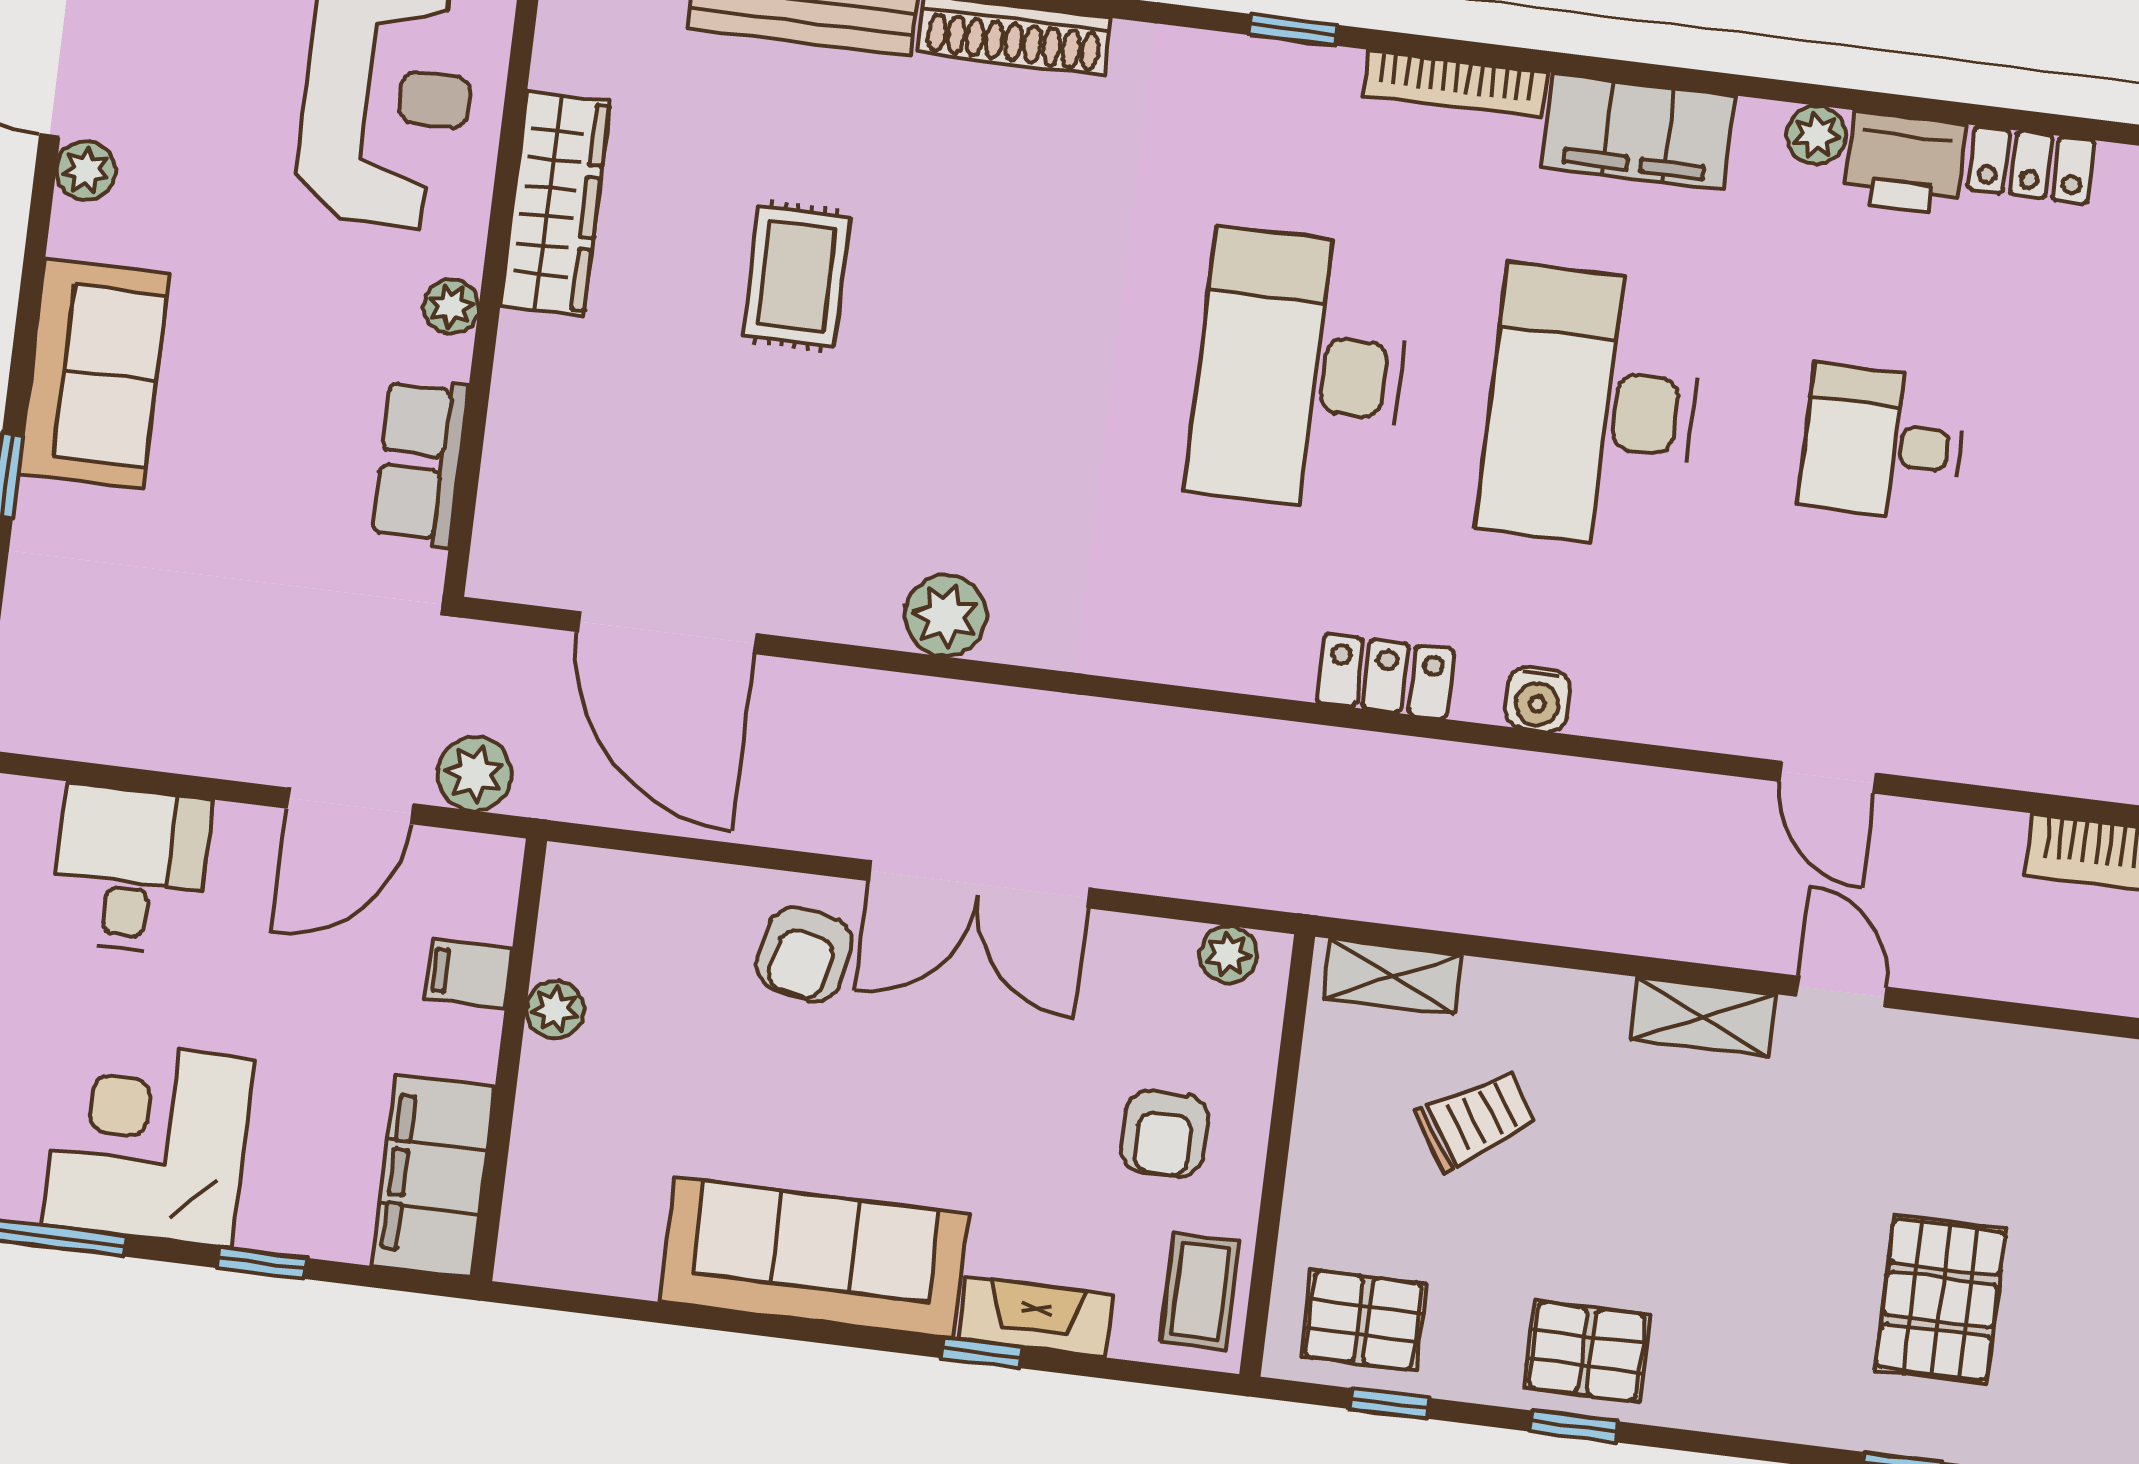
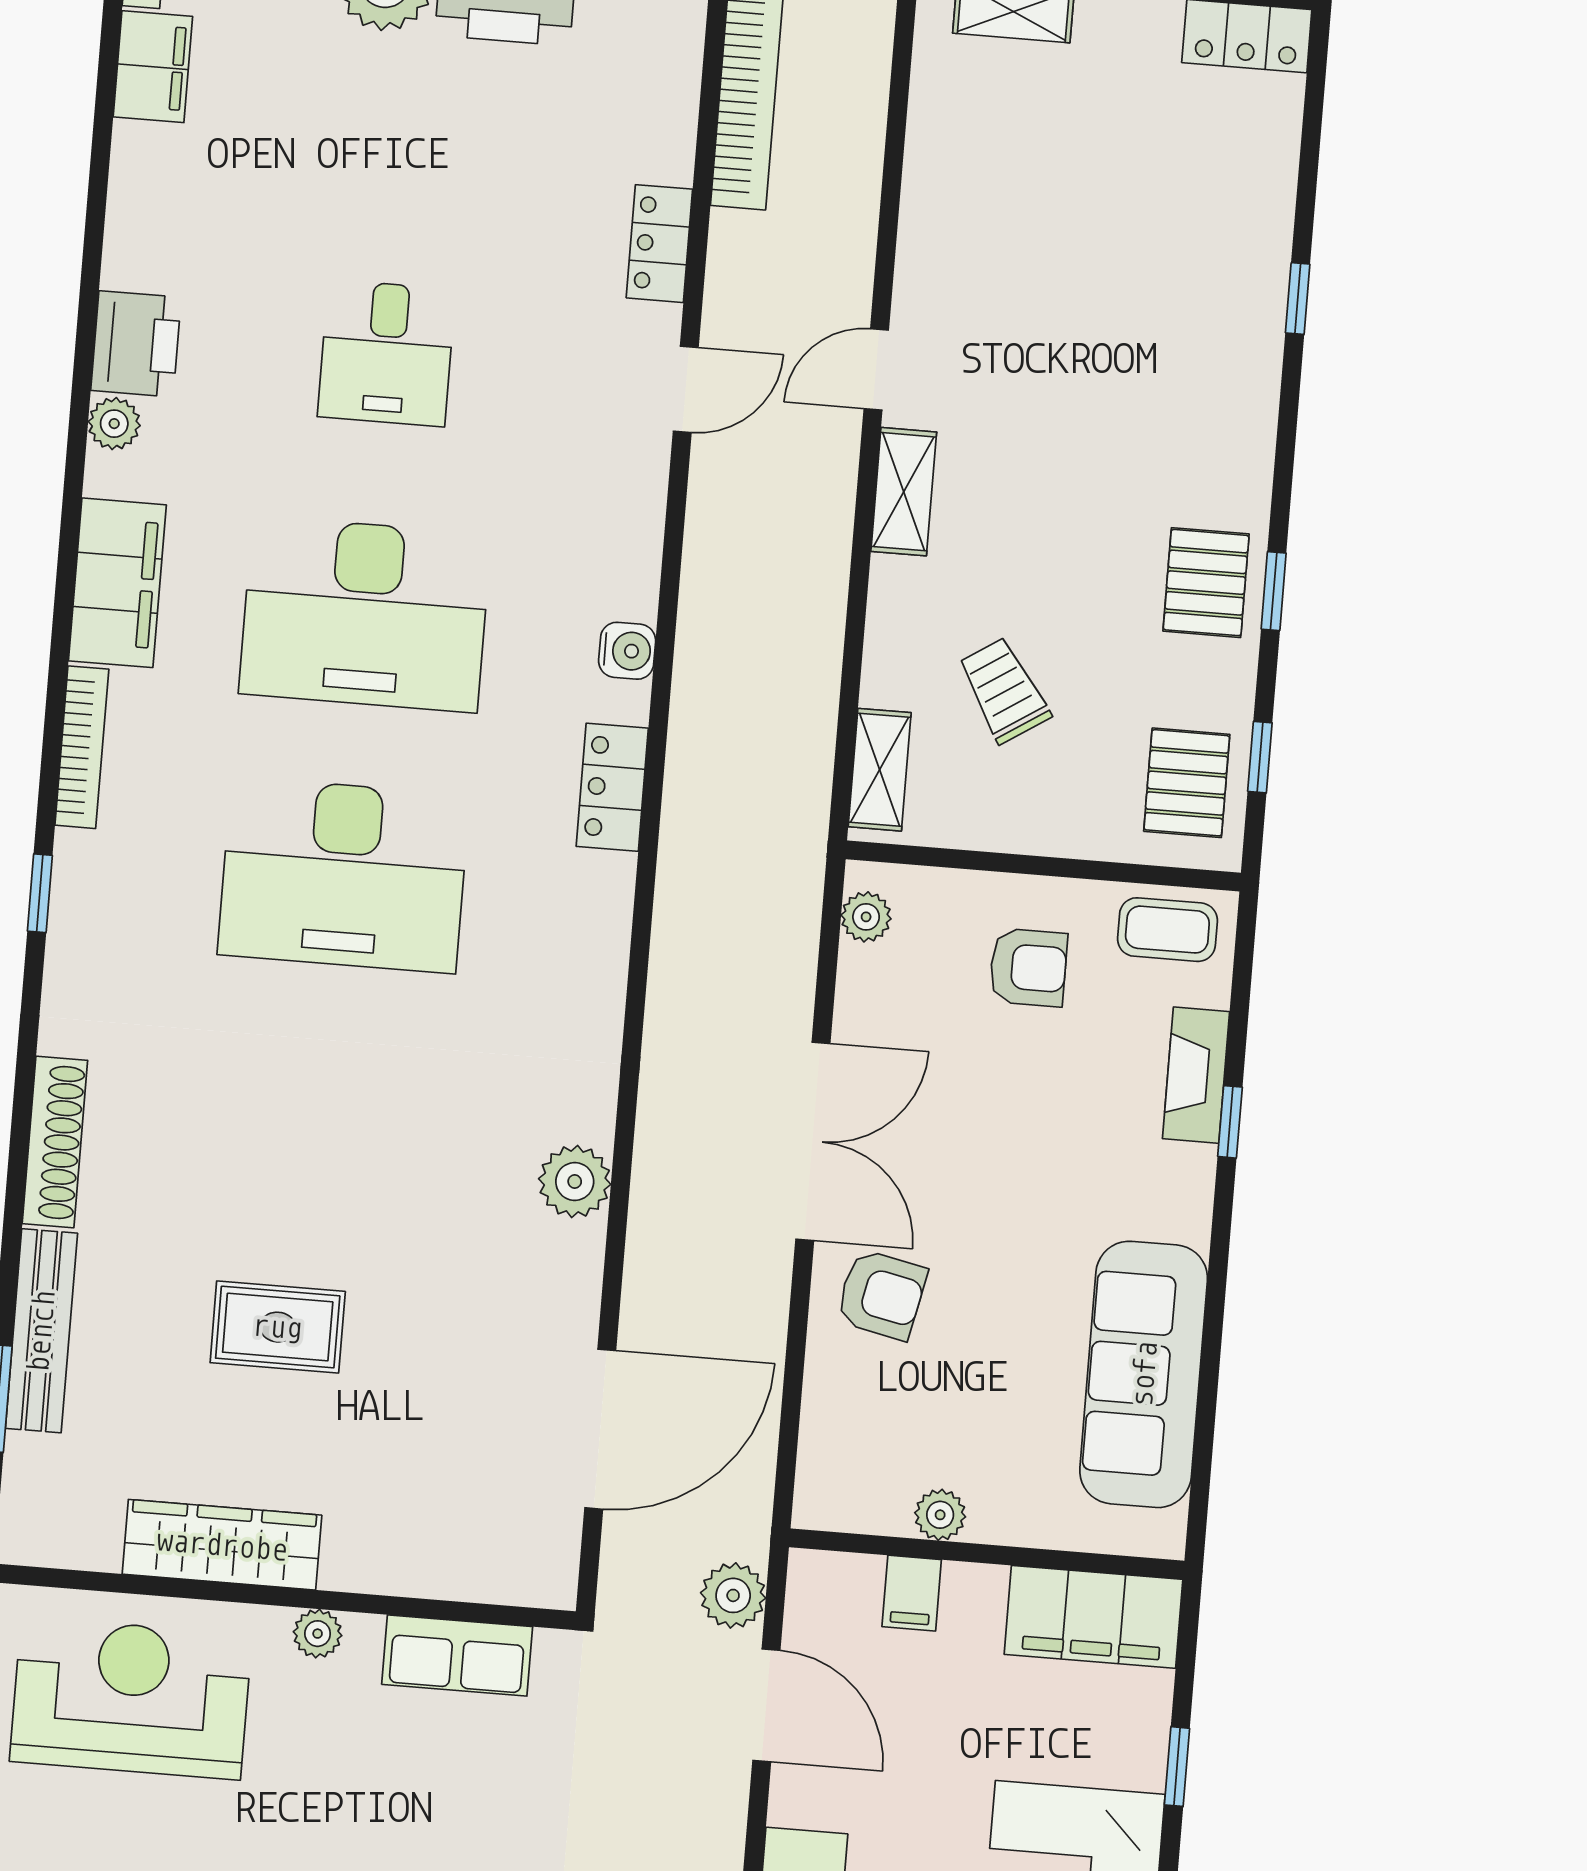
locker: (2031, 165) -> (659, 244), moved, turned 180
sofa: (814, 1258) -> (1144, 1374), moved
pallet: (1941, 1299) -> (1147, 269), removed

